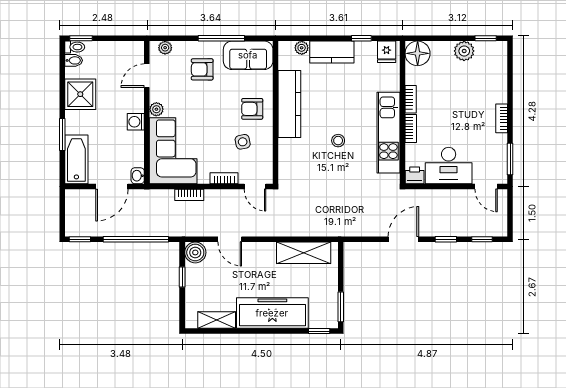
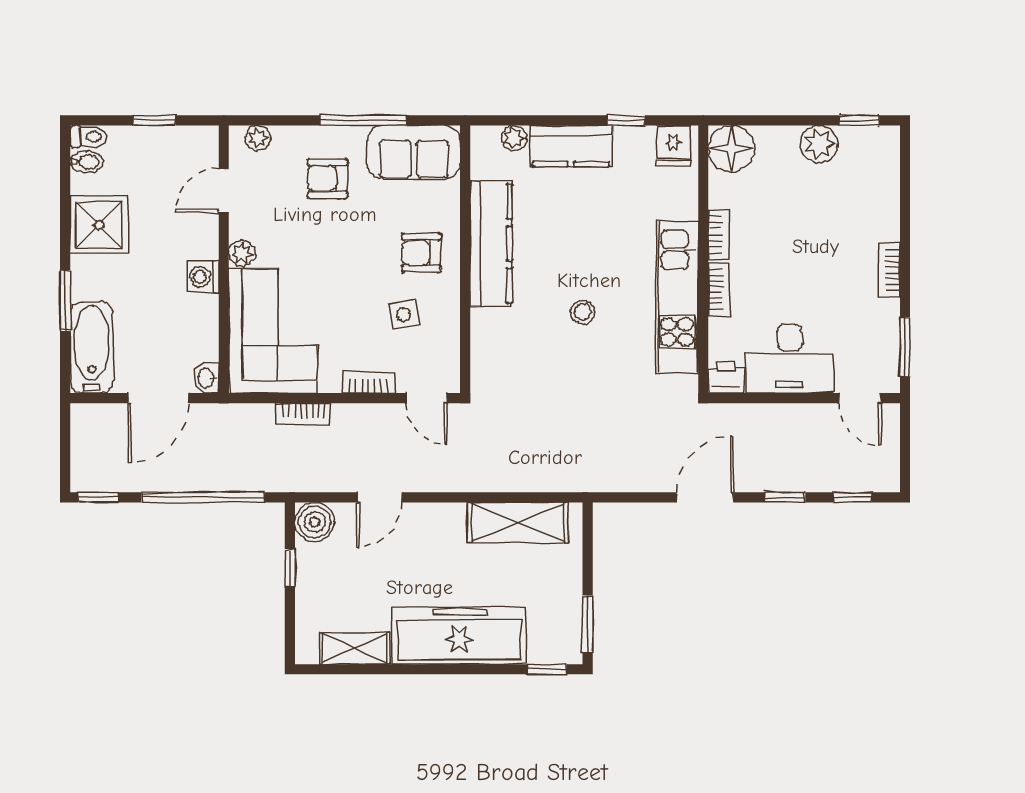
window: (81, 38) -> (154, 120), moved
door: (230, 239) -> (379, 497), hinge flipped

